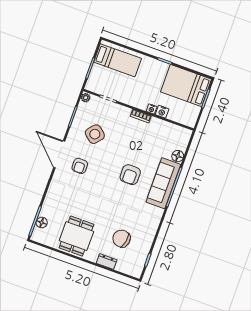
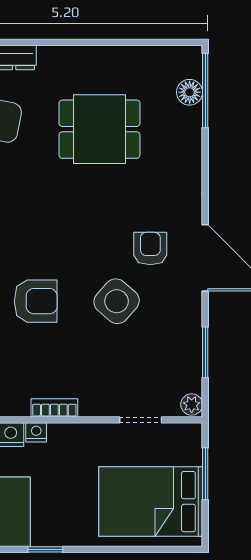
bed: (118, 60) -> (151, 502), width x1.50
side table: (95, 134) -> (117, 301), moved
armchair: (130, 175) -> (36, 301), moved, turned 90
dining table: (76, 236) -> (100, 129), moved, turned 90

